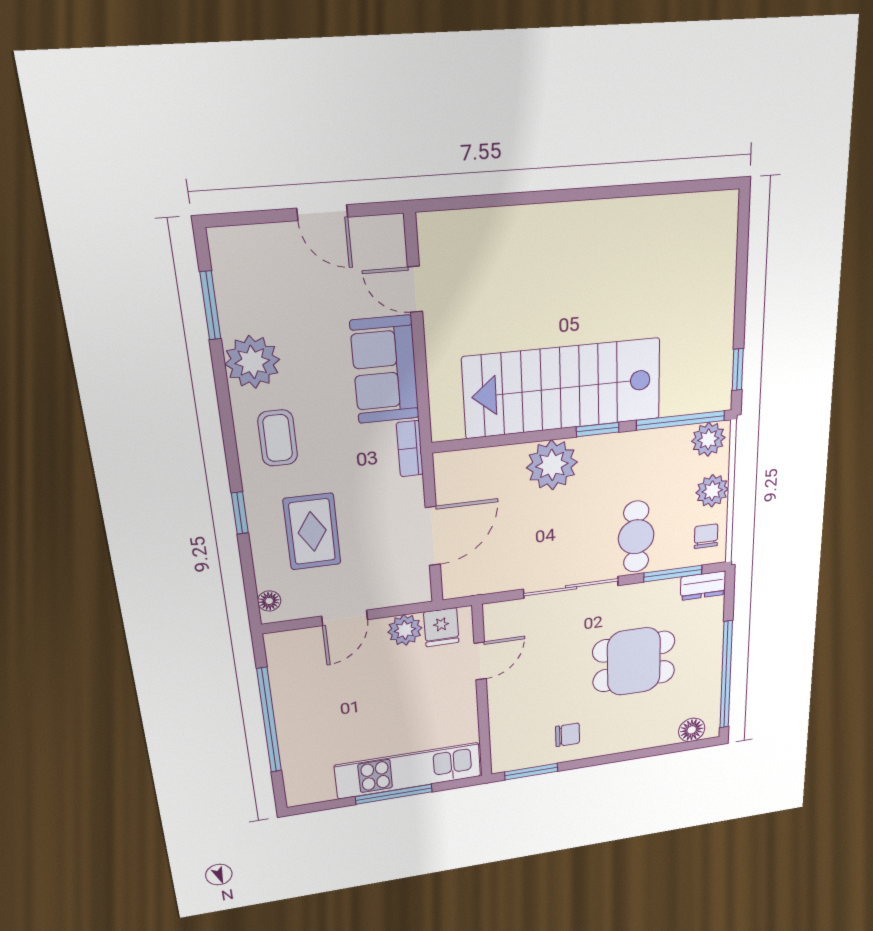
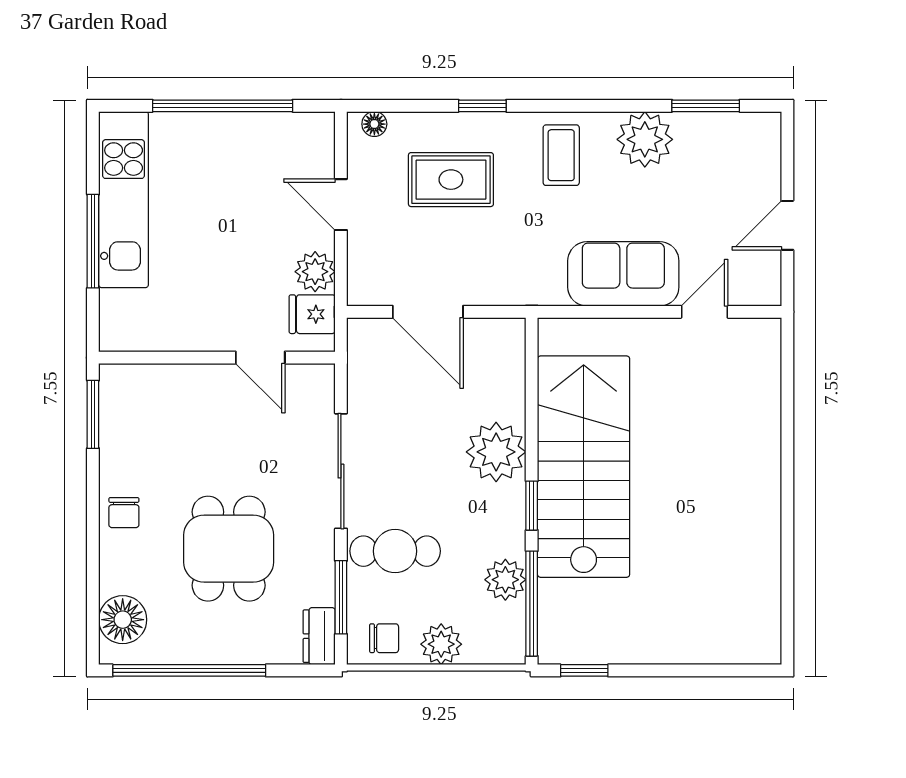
coffee table: (278, 438) -> (561, 155), turned 90
plant: (708, 439) -> (505, 580), moved
bookcase: (410, 449) -> (534, 294), removed
floor lamp: (692, 730) -> (123, 620), width x1.38, depth x1.38
chair: (568, 735) -> (124, 513), moved
kitchen unit: (408, 771) -> (124, 200), moved

